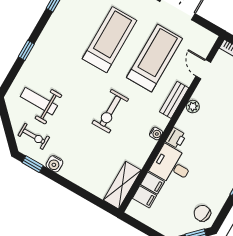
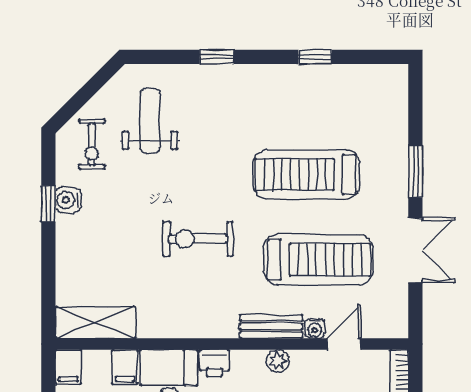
treadmill: (109, 40) -> (306, 175), turned 180
water cooler: (156, 134) -> (315, 329), moved
window: (33, 164) -> (48, 204), moved
filing cabinet: (144, 197) -> (68, 367), moved

